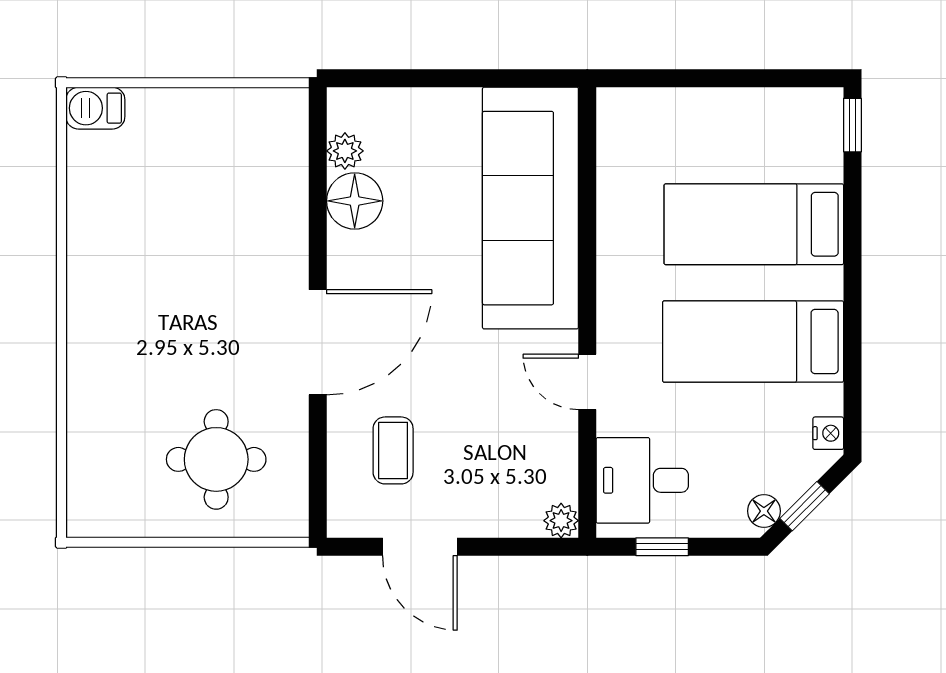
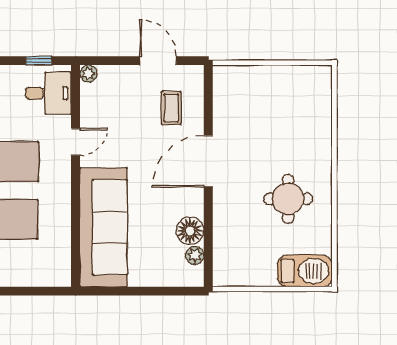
barbecue: (95, 108) -> (305, 271), width x1.88, depth x1.53
door: (587, 382) -> (76, 142), hinge flipped
round table: (216, 459) -> (288, 199), moved

